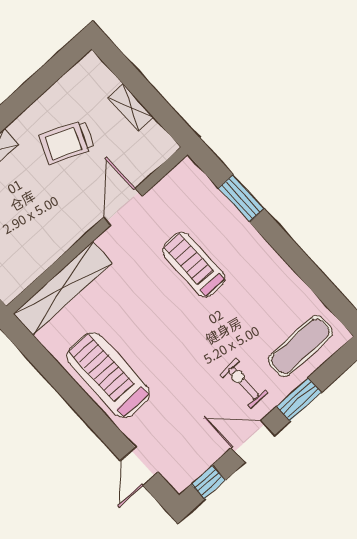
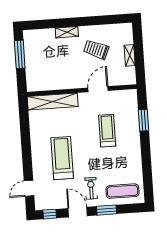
treadmill: (108, 375) -> (62, 158), moved

